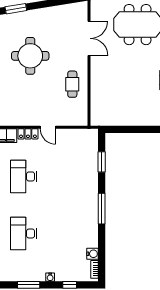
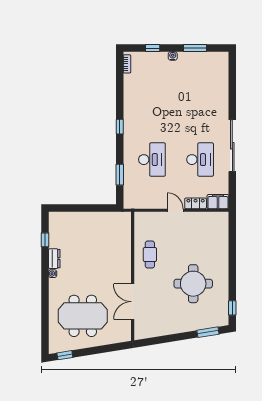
window: (102, 209) -> (120, 127), width x0.46
desk: (24, 234) -> (152, 160), moved
water cooler: (93, 254) -> (129, 80), removed

